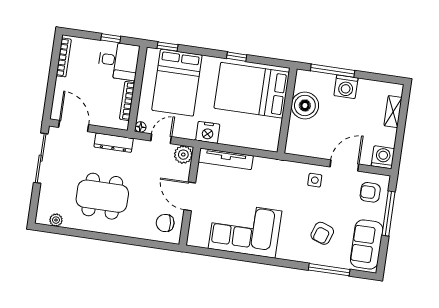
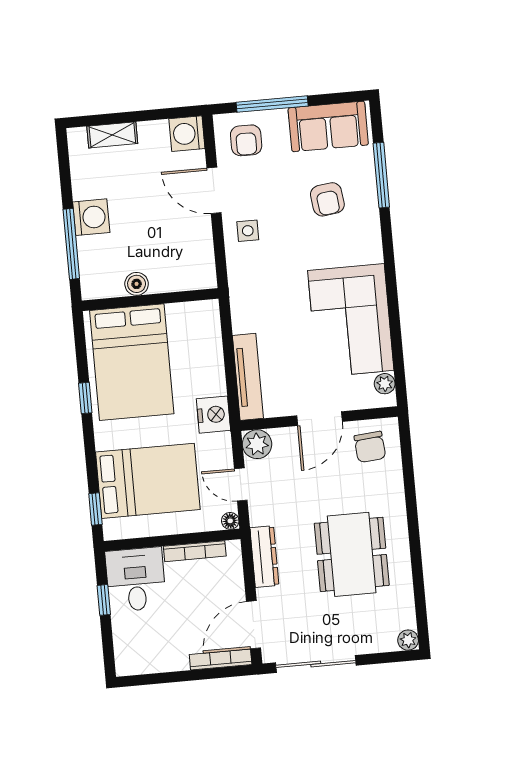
bookcase: (64, 57) -> (221, 660), moved
boiler: (305, 105) -> (137, 284), width x0.54, depth x0.54
plant: (56, 220) -> (408, 640), moved
armchair: (322, 233) -> (327, 199), turned 64
plant: (201, 241) -> (385, 384), added

